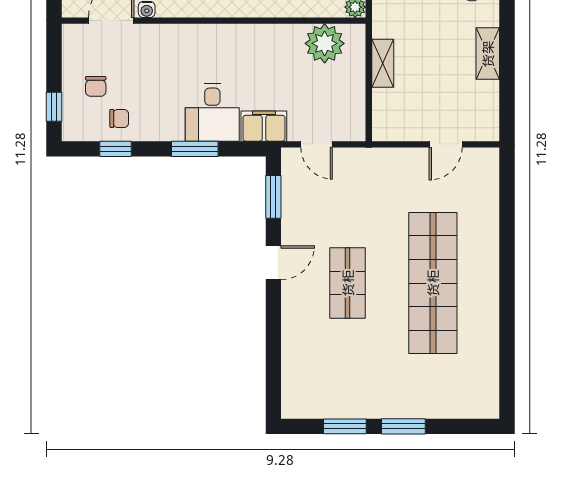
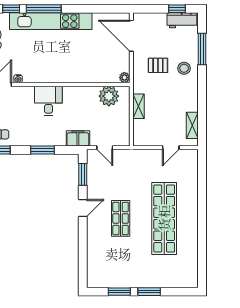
shelving: (488, 54) -> (192, 125), moved
desk: (212, 112) -> (48, 101), moved, turned 180

